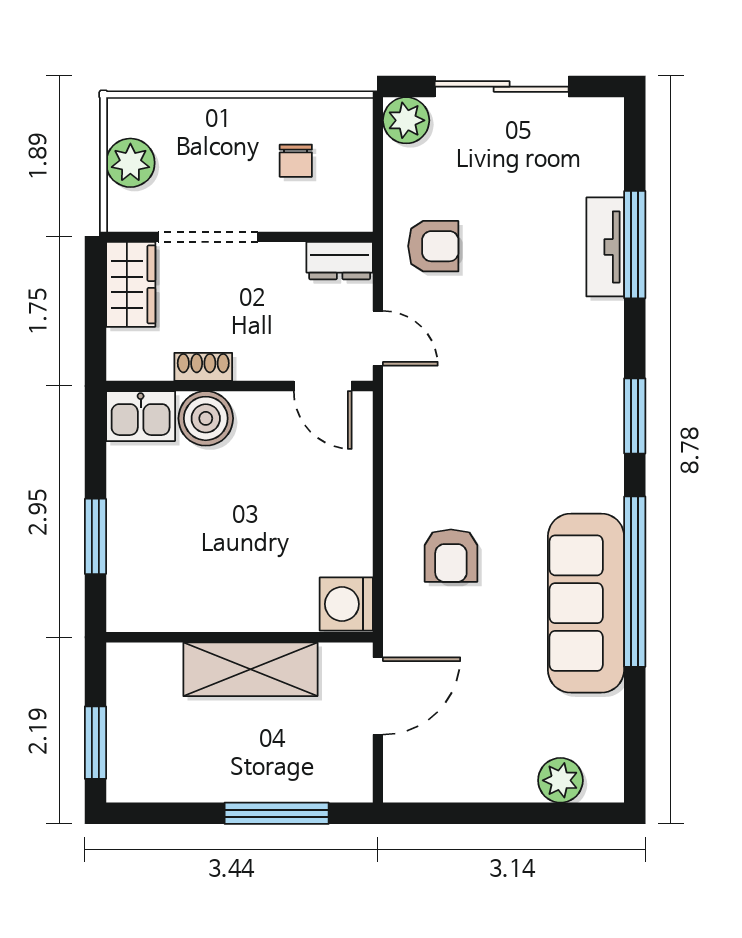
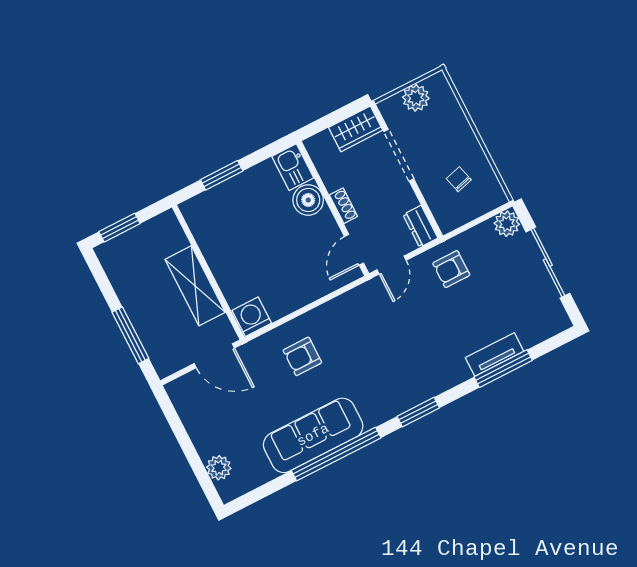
chair: (296, 161) -> (459, 179), turned 75
armchair: (433, 246) -> (451, 269), turned 90
shoe rack: (203, 367) -> (343, 206), moved

